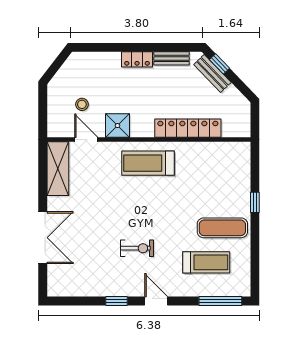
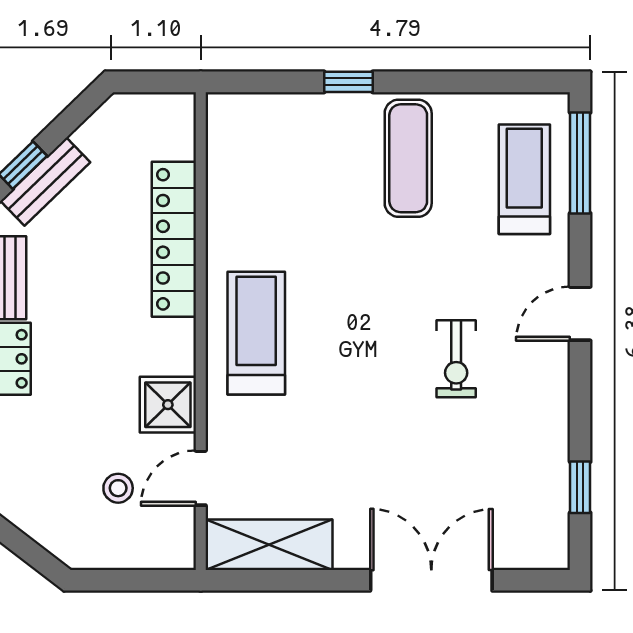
treadmill: (148, 163) -> (256, 333), turned 180
exercise bike: (137, 248) -> (456, 359), turned 180
treadmill: (206, 262) -> (524, 179), moved
window: (116, 301) -> (580, 487), moved

